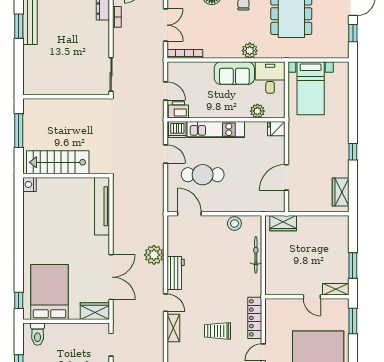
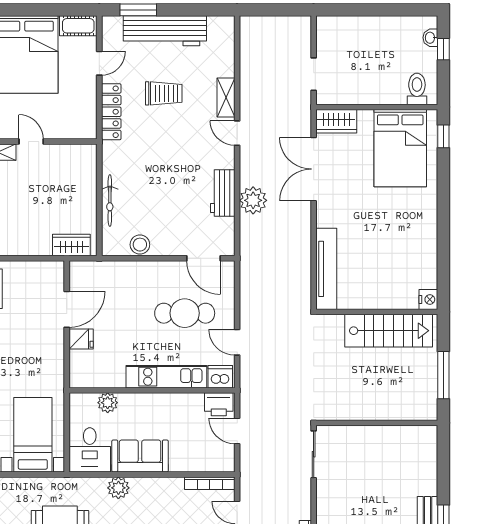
fridge: (276, 129) -> (81, 339), moved
workbench: (176, 273) -> (223, 193), moved

